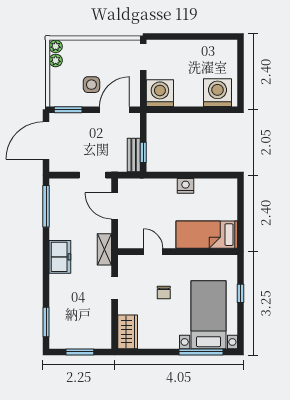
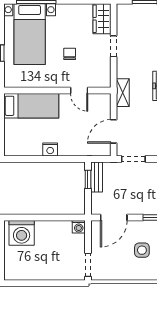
side table: (91, 85) -> (142, 250), moved
washing machine: (160, 93) -> (79, 227), width x0.53, depth x0.53
door: (115, 206) -> (114, 131), swing flipped
doorway: (115, 288) -> (114, 46), moved

